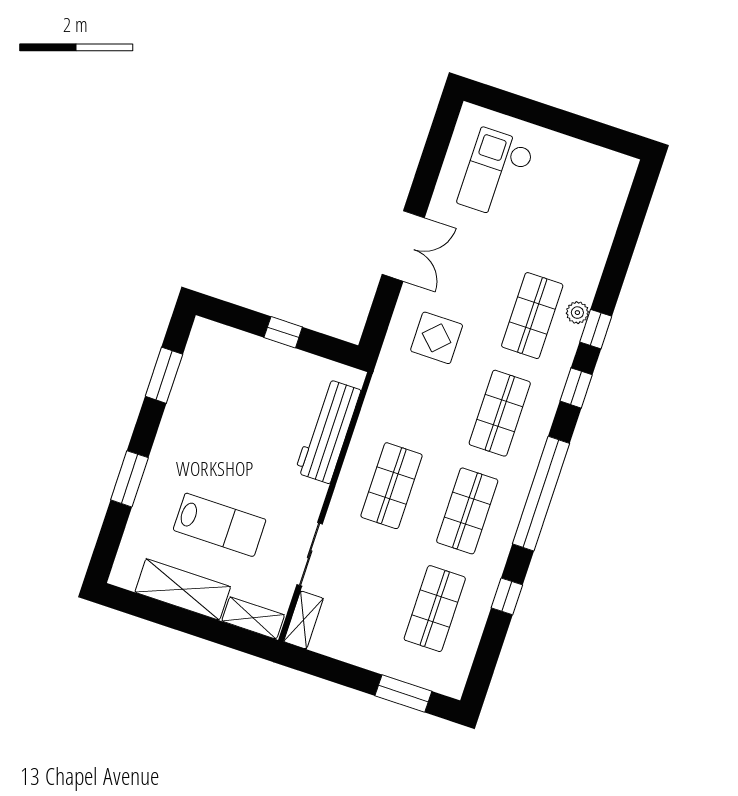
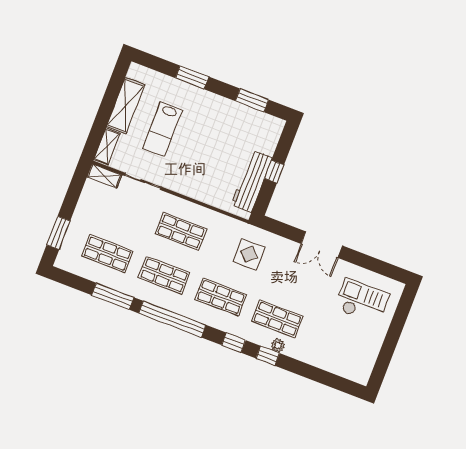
display table: (437, 338) -> (249, 254), moved
workbench: (328, 431) -> (252, 181), moved, turned -90
window: (507, 596) -> (113, 296), width x2.17

